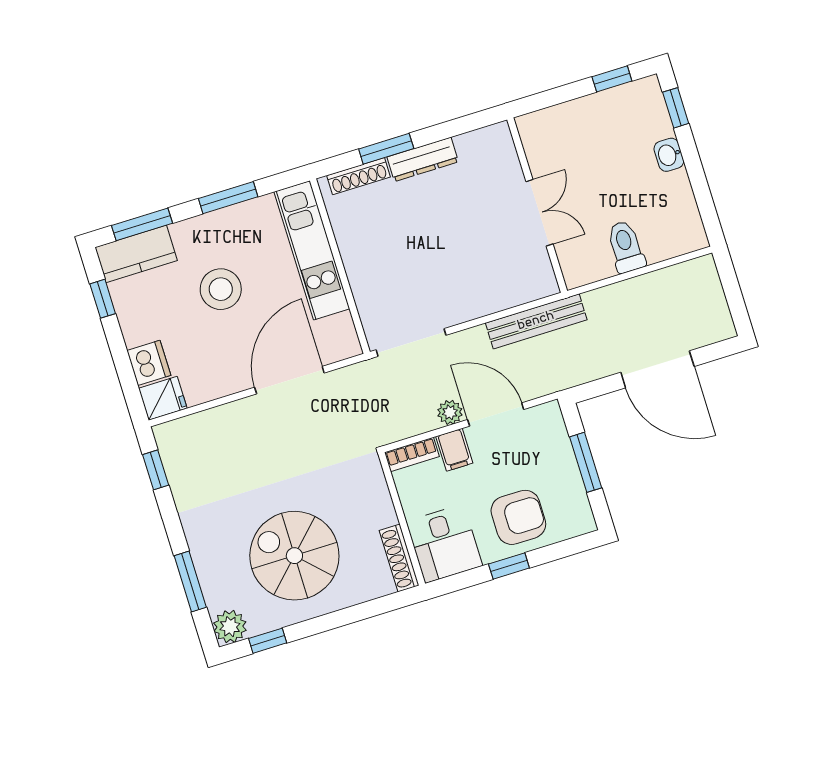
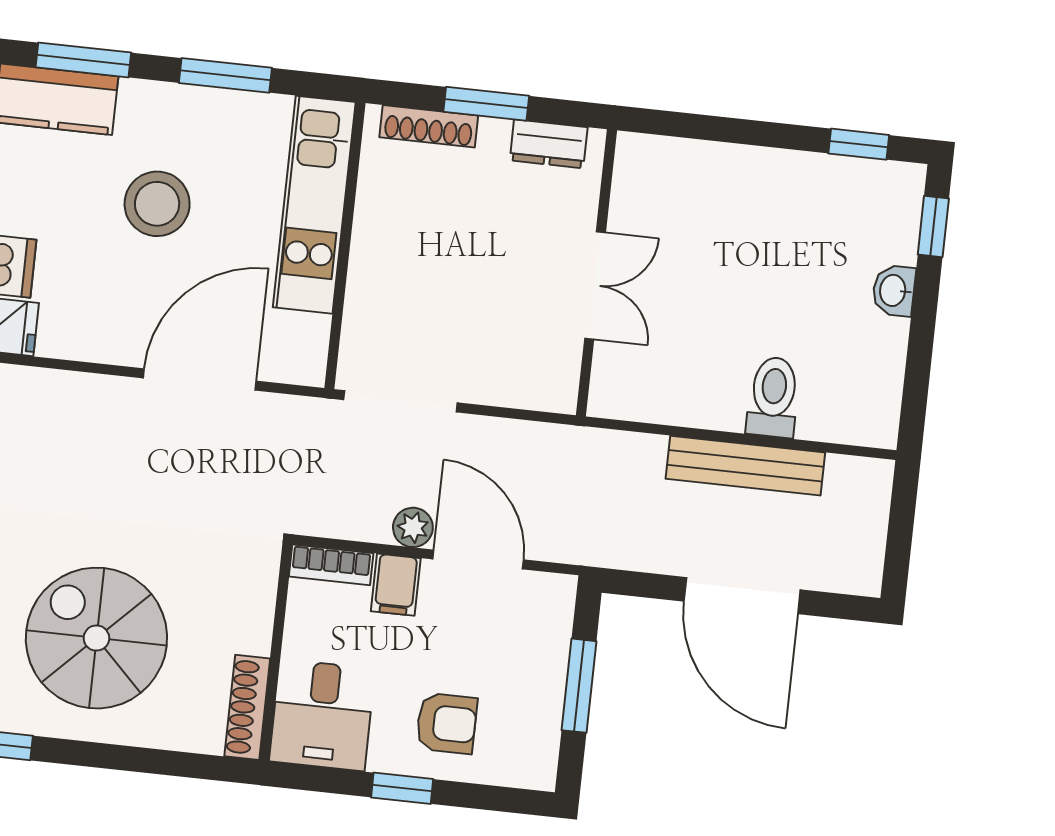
dresser: (423, 159) -> (549, 144), width x0.70
wall: (537, 205) -> (596, 273), moved
double door: (539, 213) -> (595, 285), moved
bench: (536, 321) -> (745, 466), moved
armchair: (518, 517) -> (447, 723), width x0.72, depth x0.72

